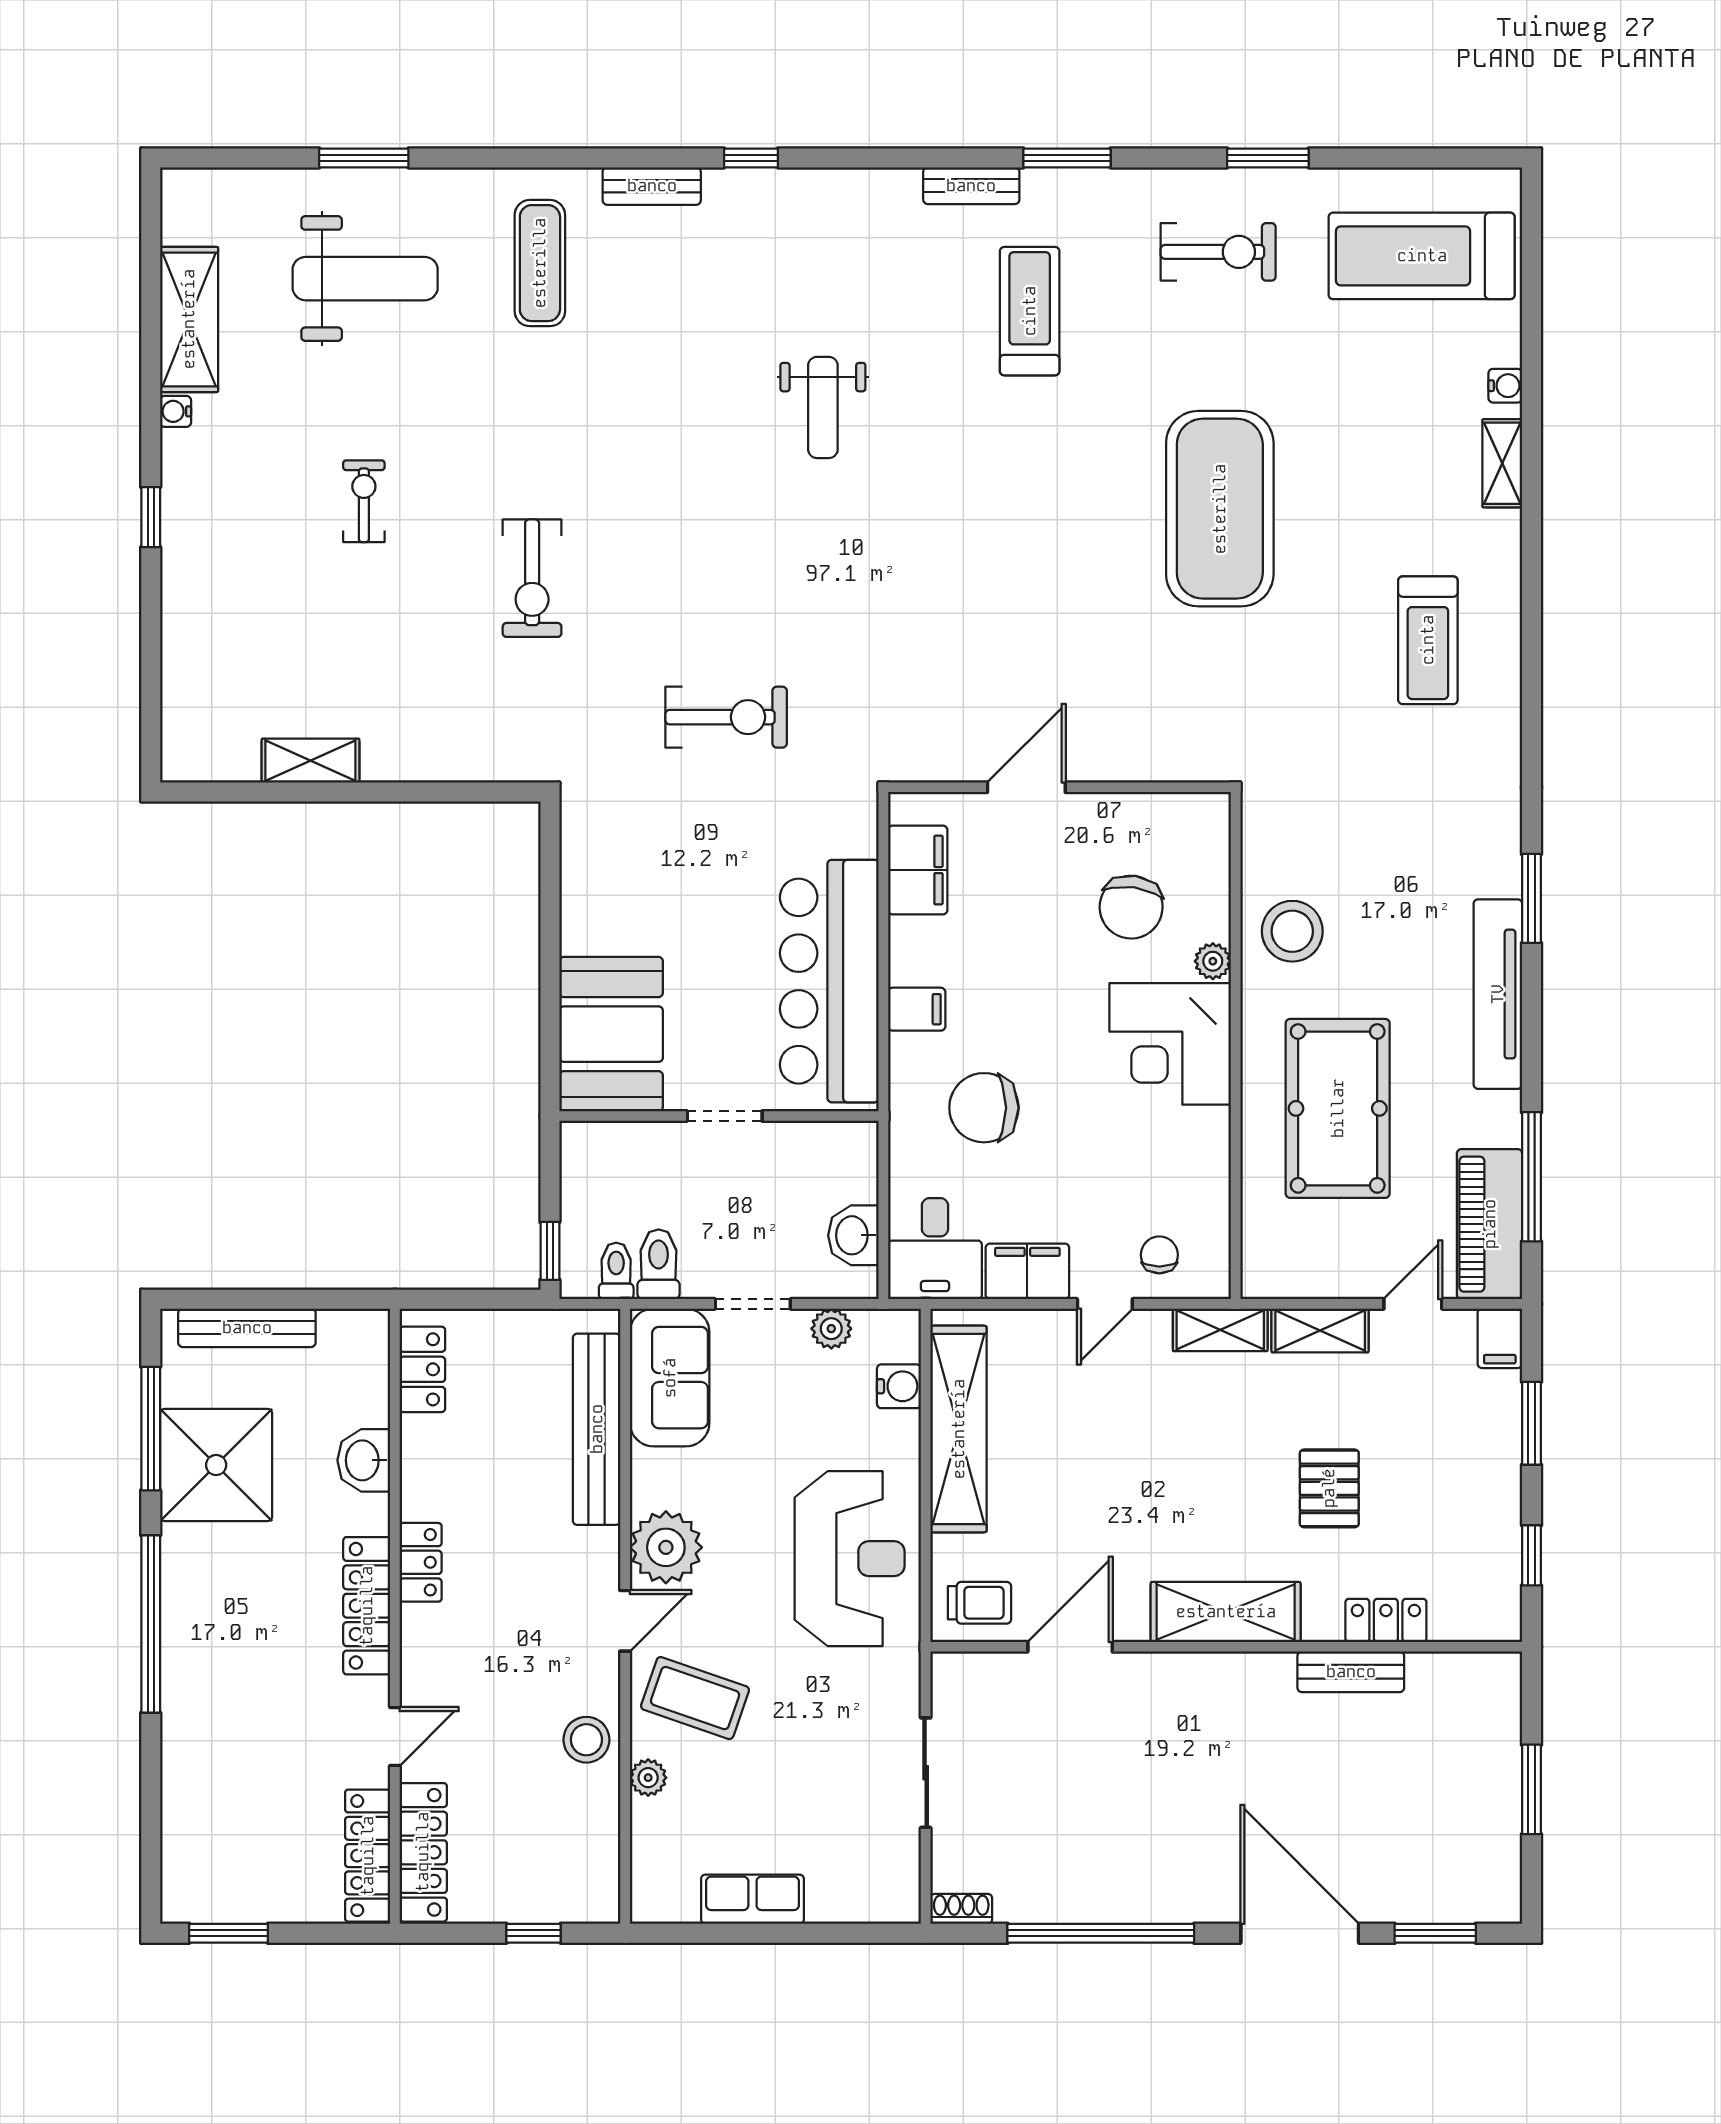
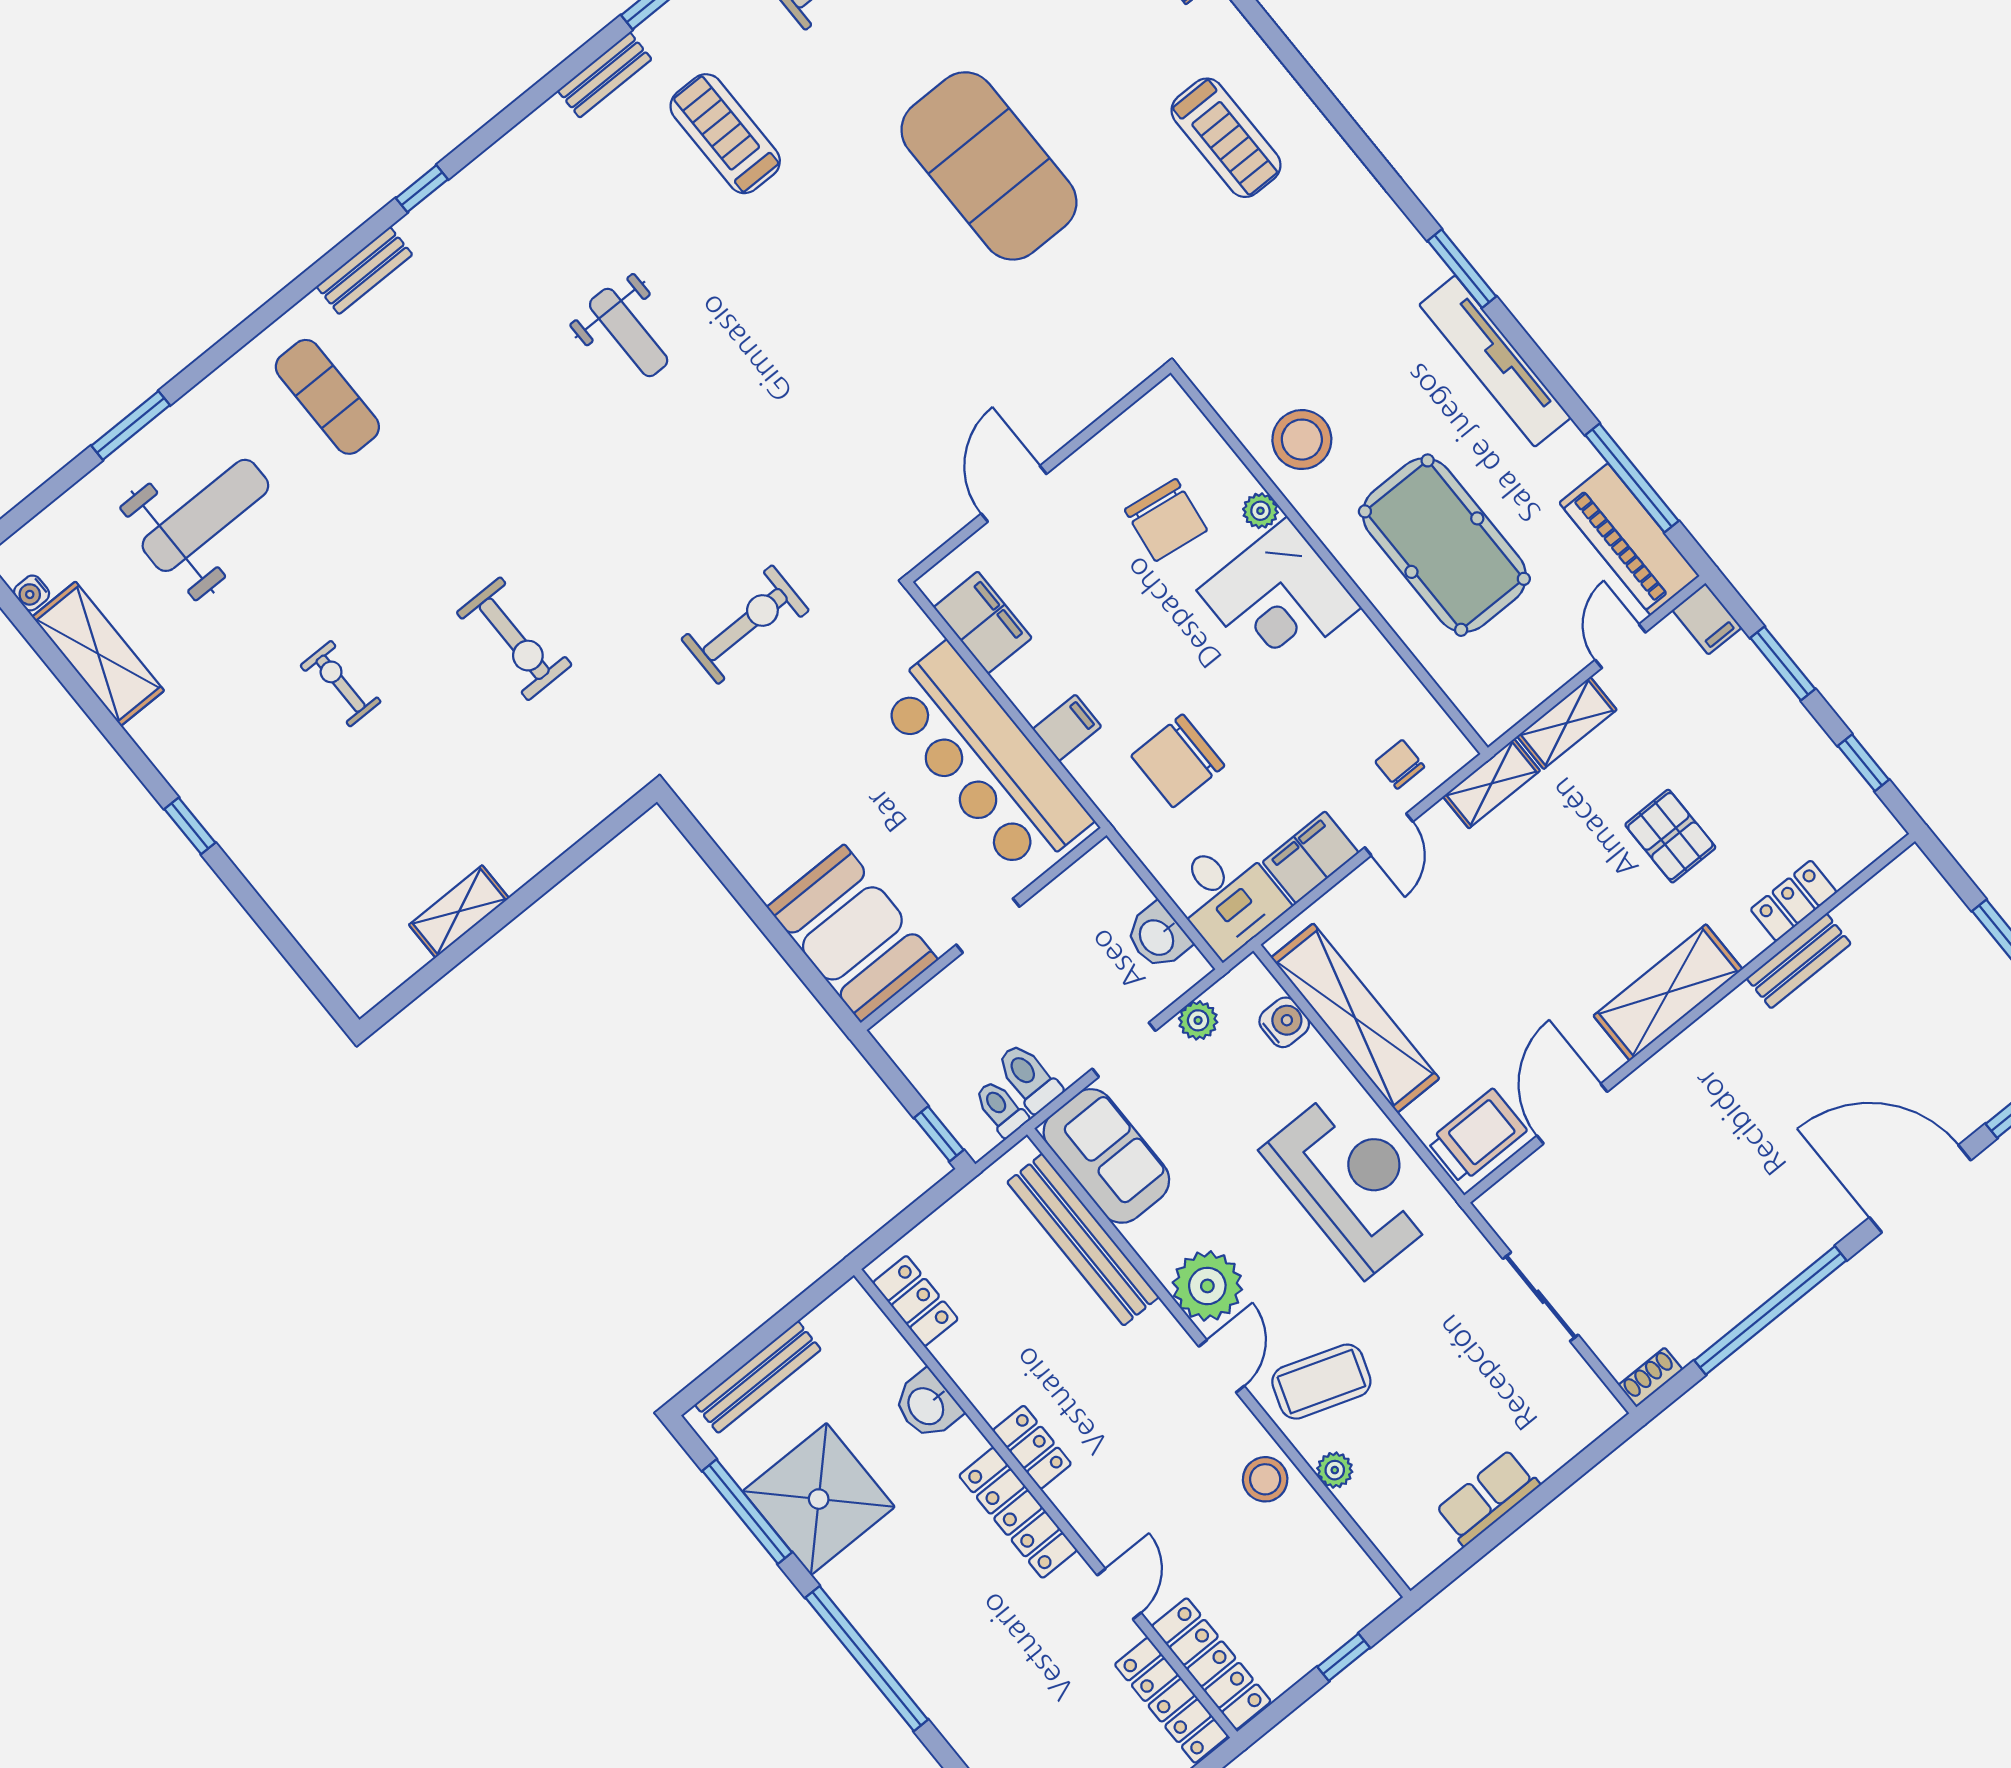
water cooler: (176, 411) -> (32, 593), moved
trolley: (979, 1603) -> (1477, 1136), width x1.36, depth x1.39

